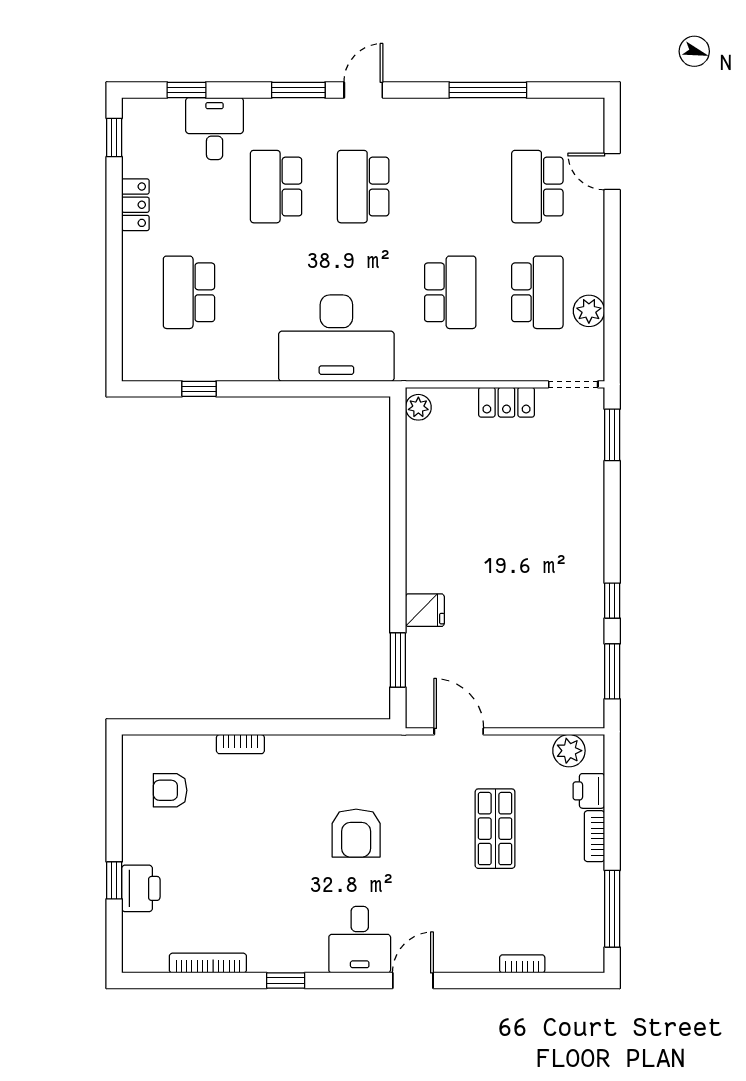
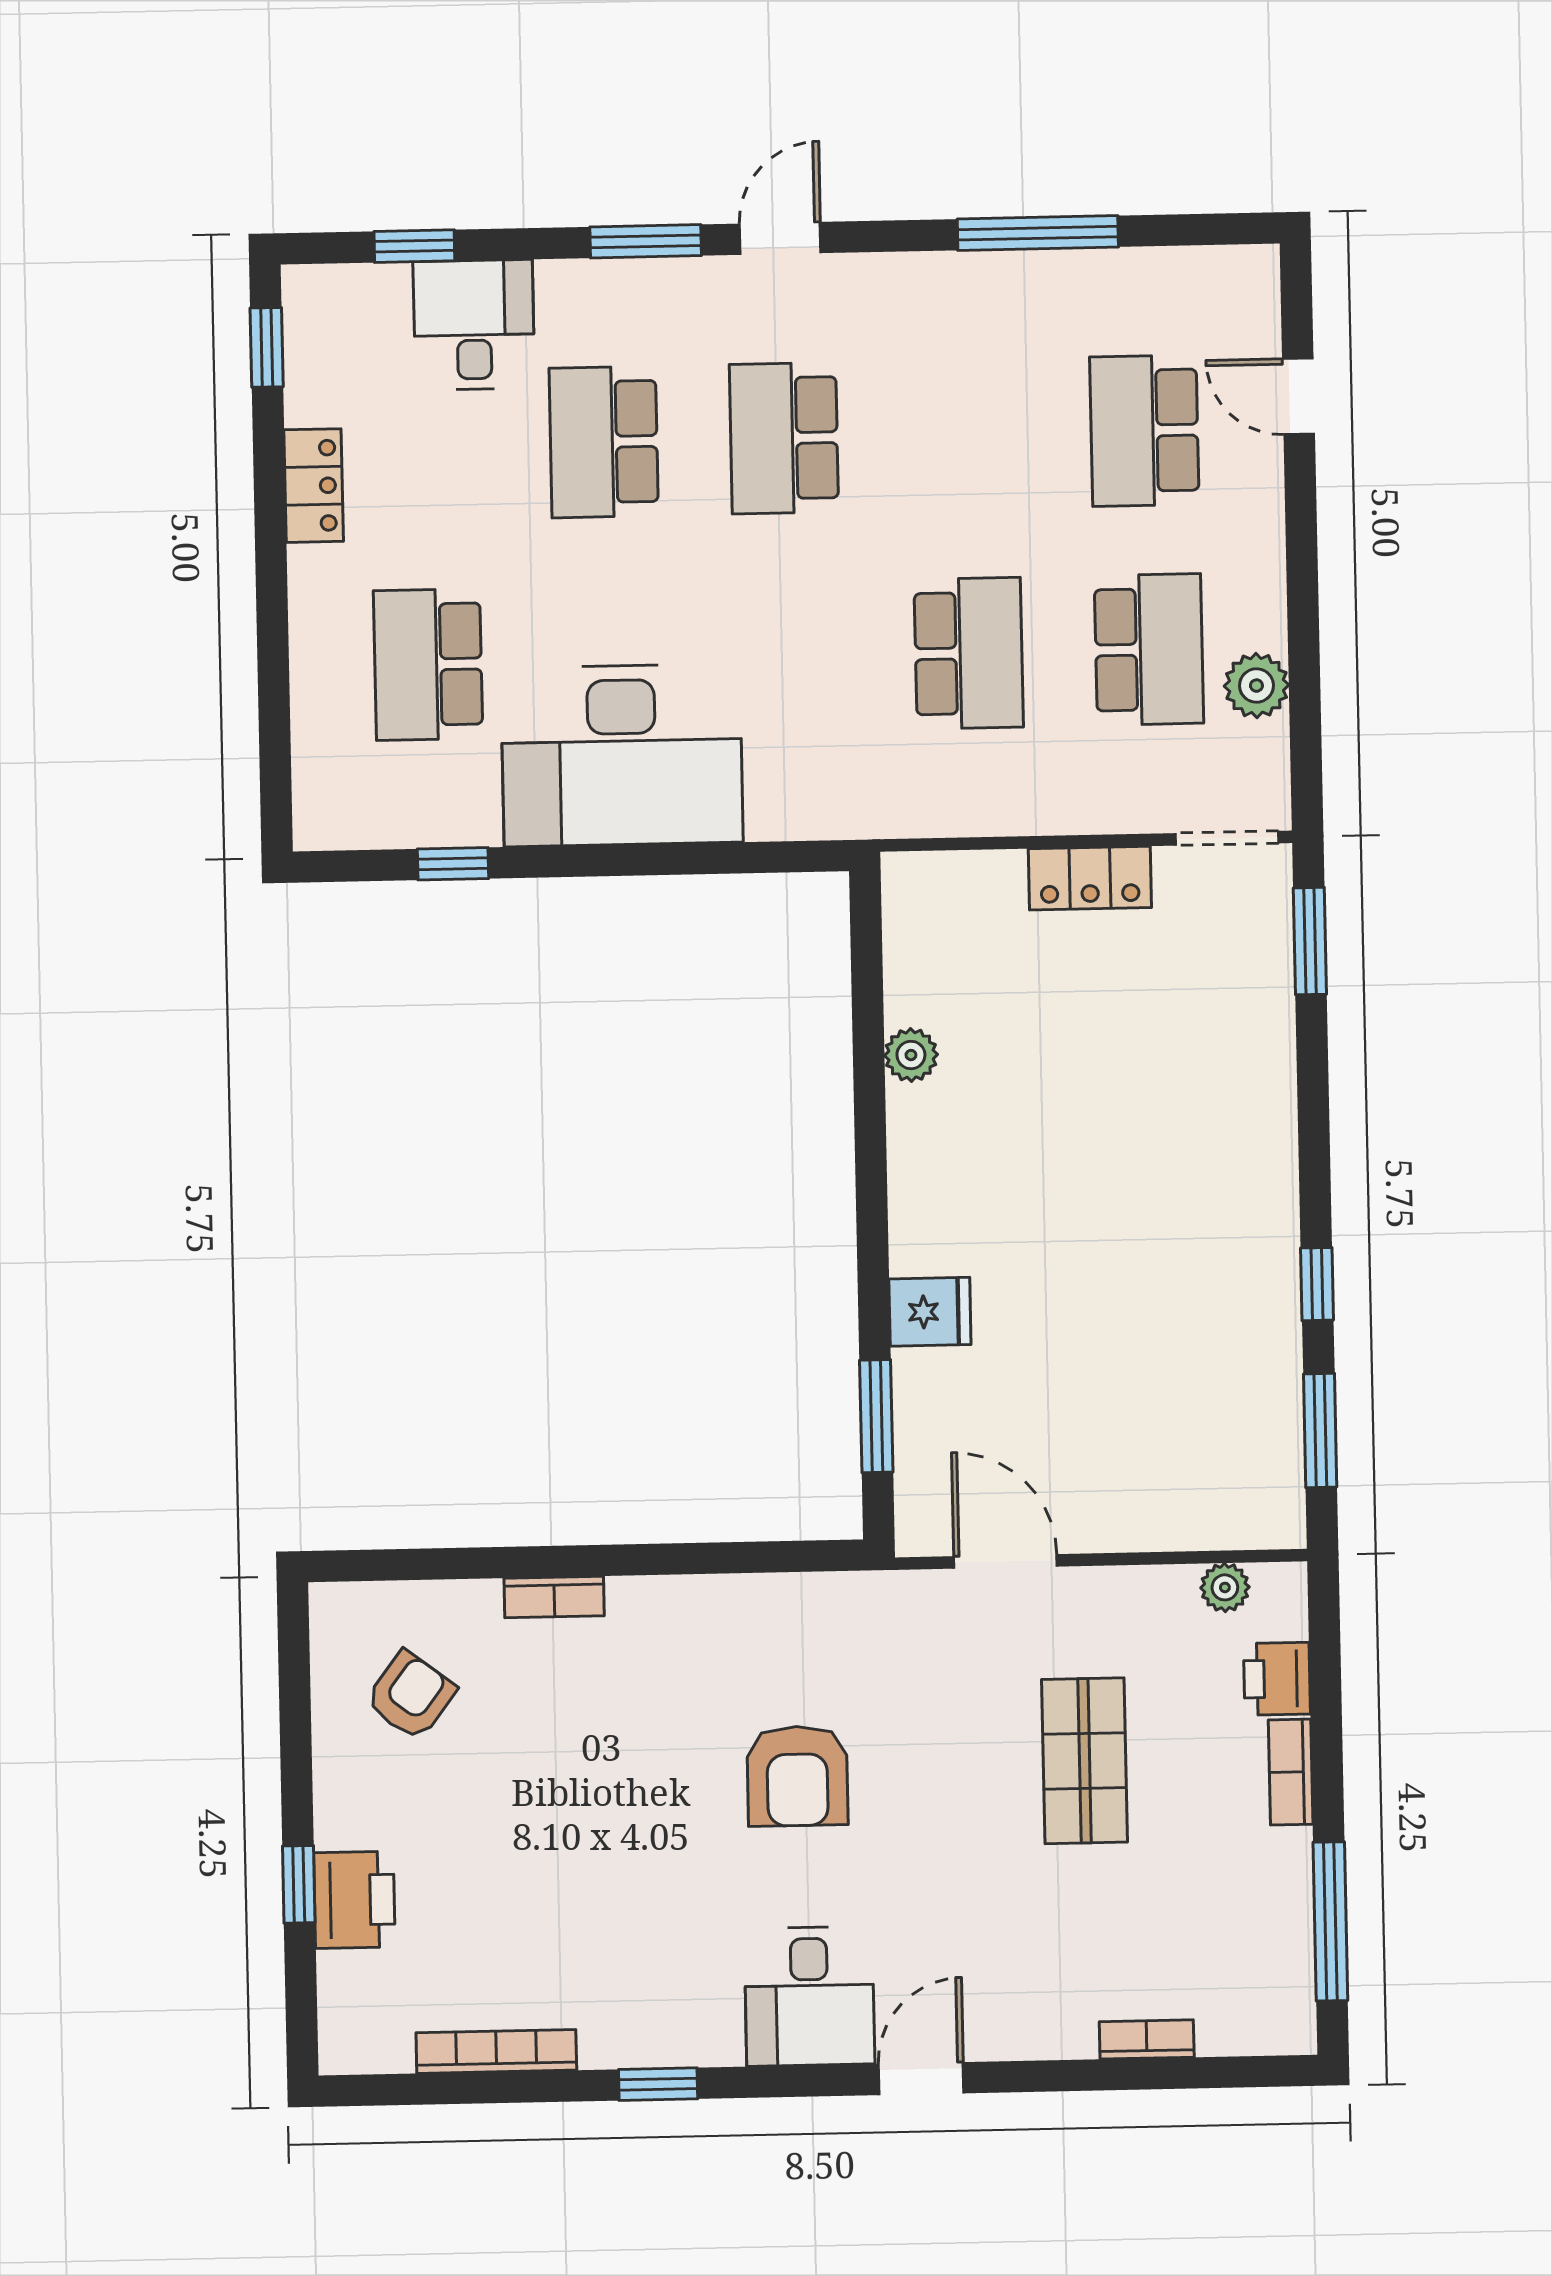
desk: (336, 338) -> (622, 755), moved
plant: (418, 407) -> (911, 1055), moved
plant: (569, 751) -> (1225, 1587), width x0.73, depth x0.73
armchair: (170, 790) -> (411, 1696), turned 127

